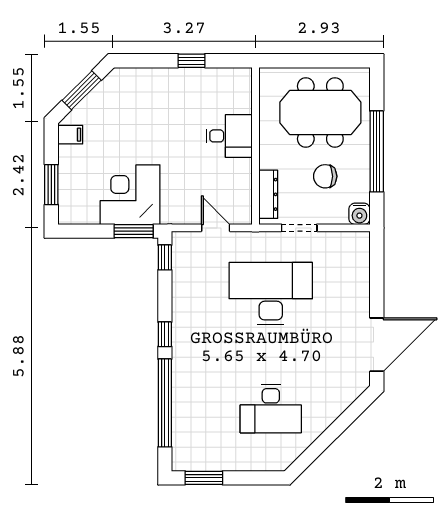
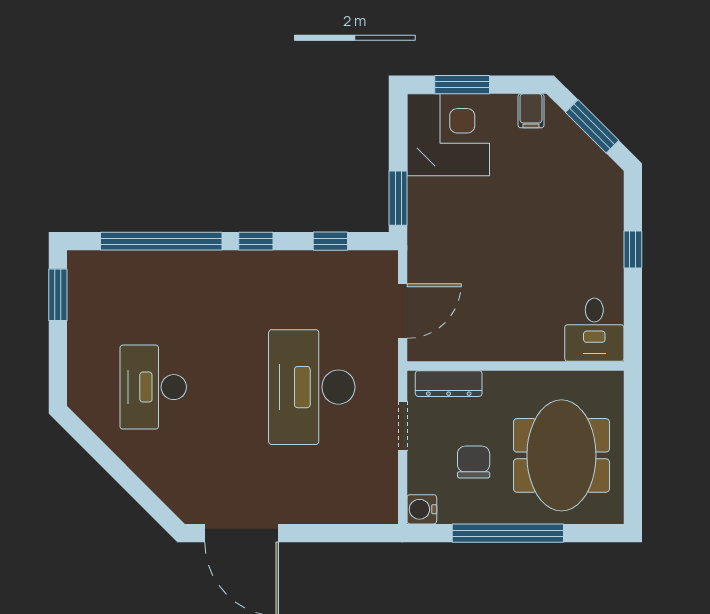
window: (192, 61) -> (633, 250), moved
desk: (229, 136) -> (594, 330), moved
corner desk: (130, 195) -> (448, 135), moved
door: (216, 228) -> (403, 311), width x1.38
window: (165, 257) -> (330, 241), moved
desk: (271, 294) -> (312, 387), turned 180

